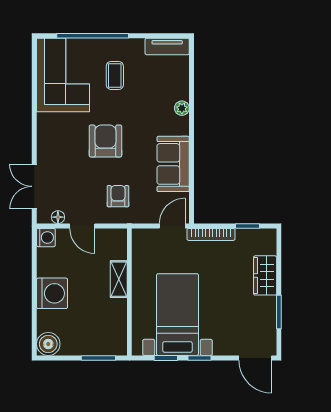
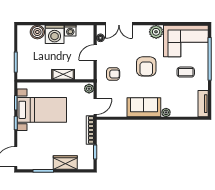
plant: (48, 125) -> (156, 32), added
armchair: (105, 141) -> (146, 66), turned 90
sofa: (173, 164) -> (144, 107), moved
double door: (34, 186) -> (119, 24), swing flipped
door: (172, 226) -> (95, 107), hinge flipped
plant: (142, 236) -> (89, 89), added
washing machine: (46, 238) -> (70, 31), moved
boiler: (48, 344) -> (37, 32), moved

